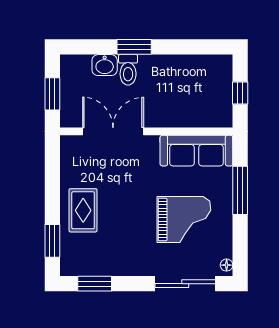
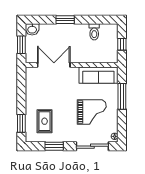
washbasin: (105, 65) -> (32, 29), moved
toilet: (128, 70) -> (94, 32), moved
rug: (83, 210) -> (45, 121), moved
window: (95, 284) -> (54, 146), moved

